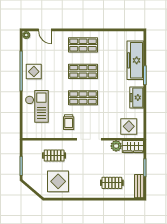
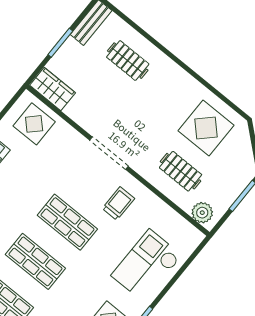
plant: (116, 146) -> (202, 213), moved

